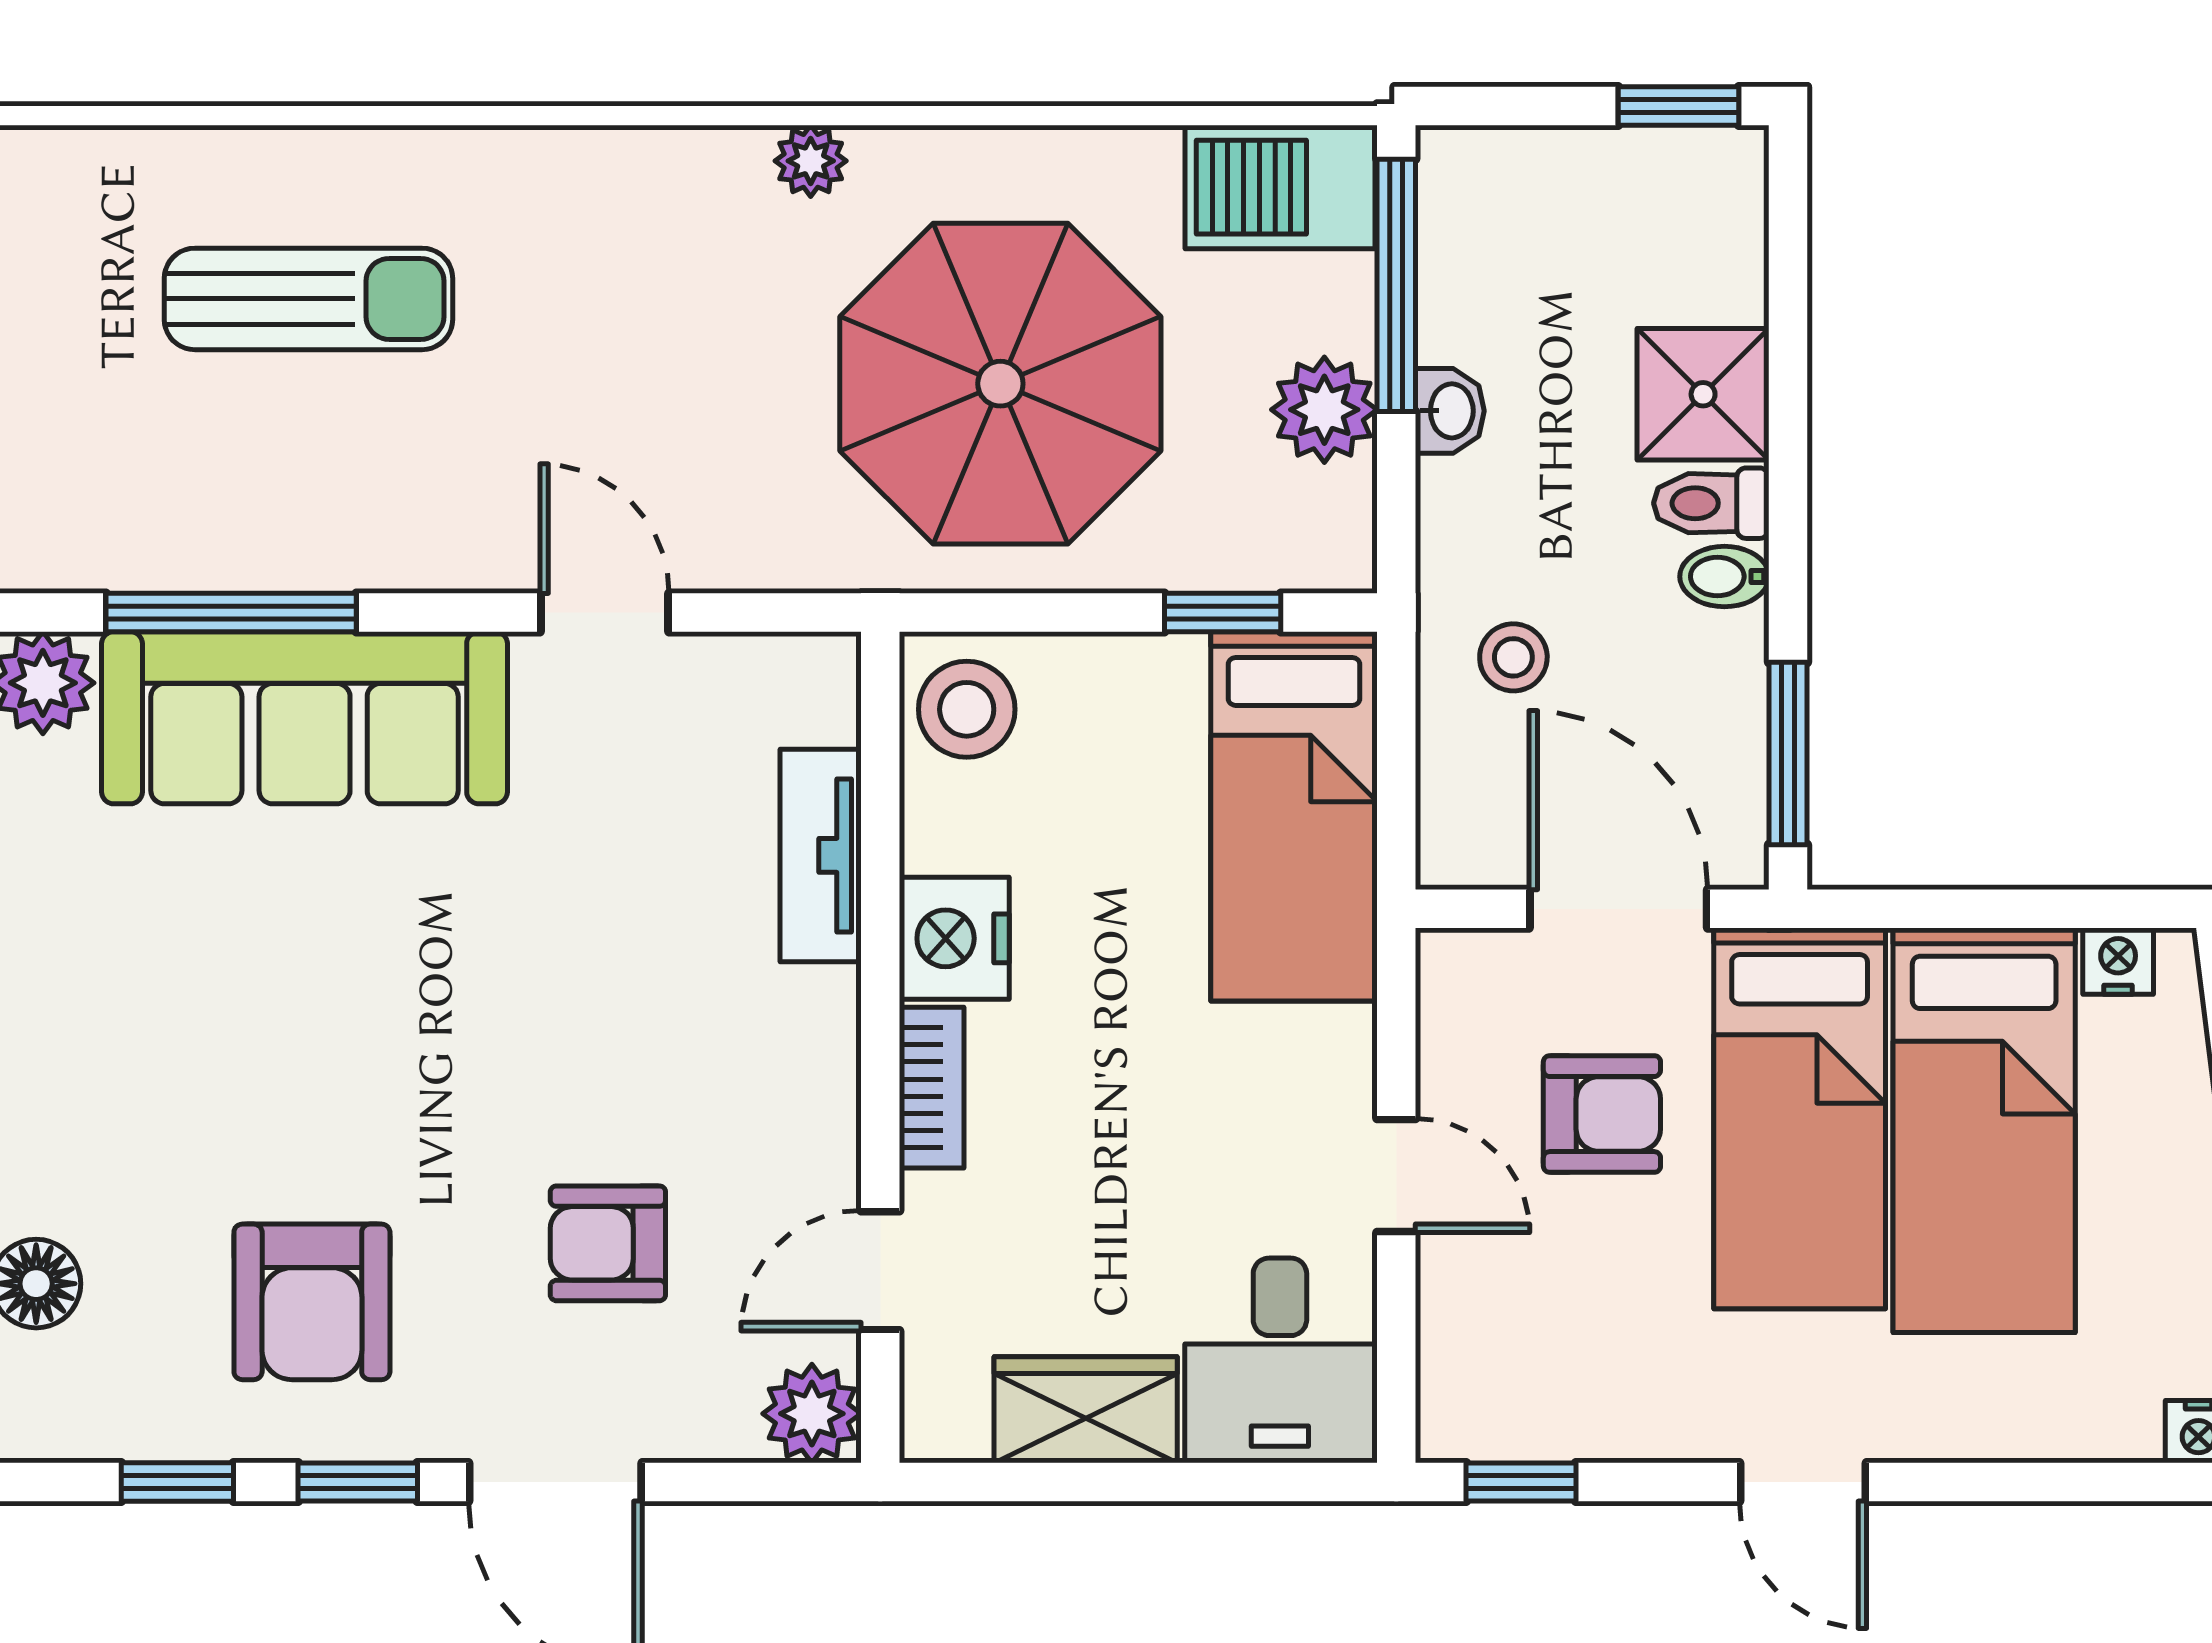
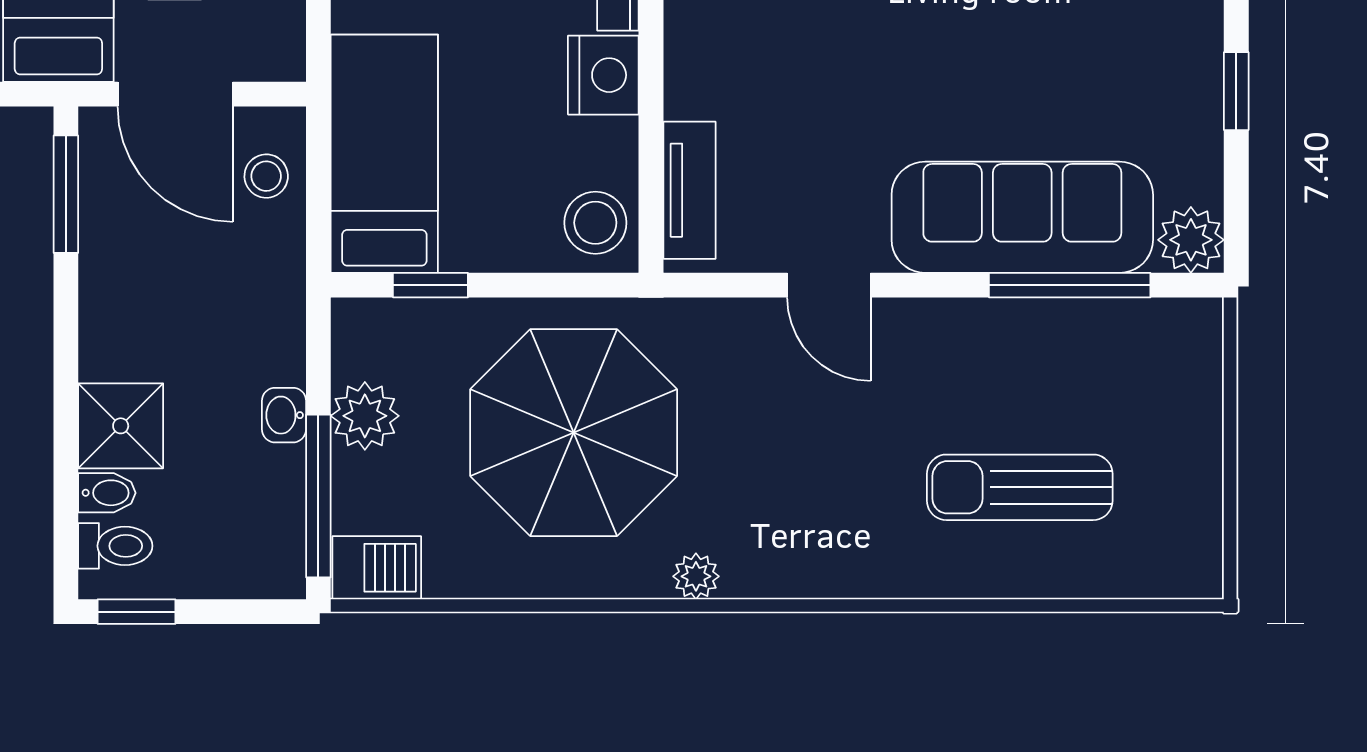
barbecue: (1280, 187) -> (377, 568), width x0.73, depth x0.79
toilet: (1711, 503) -> (115, 546), moved
bidet: (1724, 577) -> (107, 493), moved
stool: (1513, 657) -> (266, 176), moved
tv unit: (821, 855) -> (690, 190), moved

